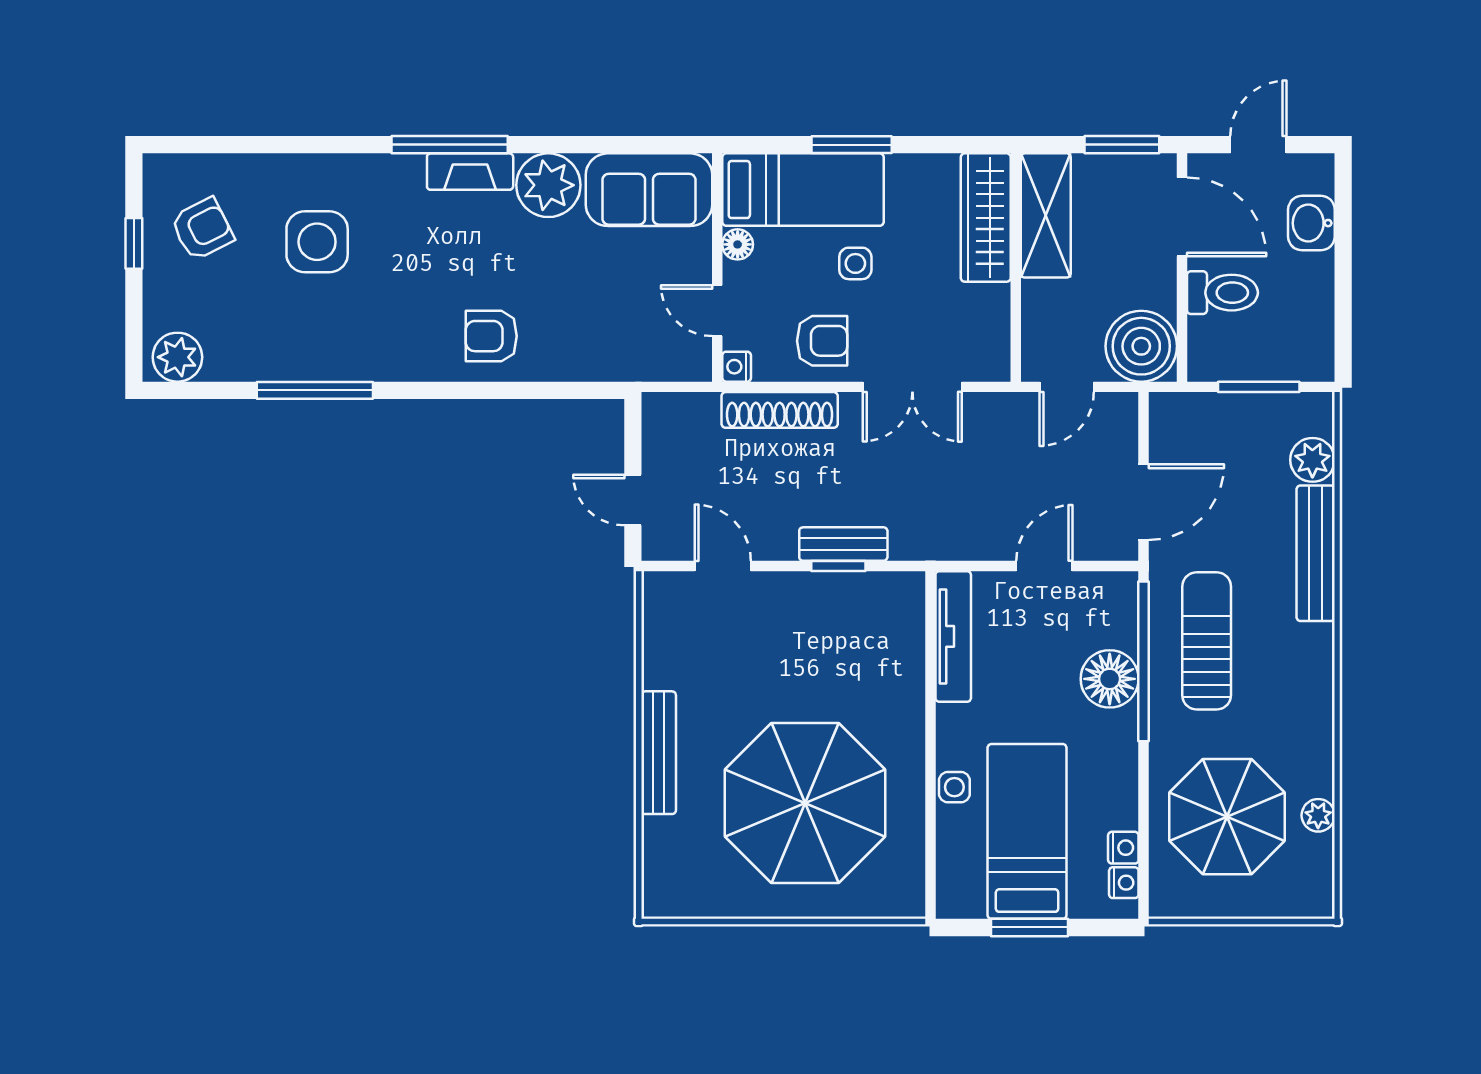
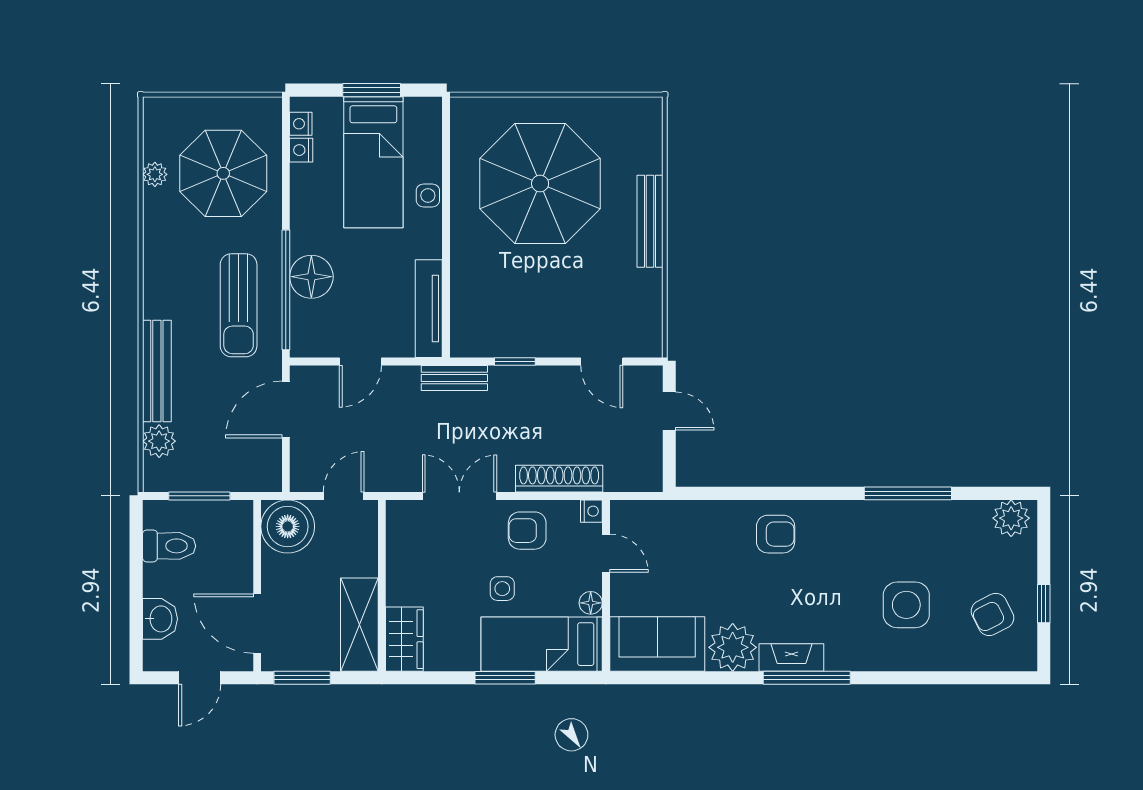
wardrobe: (986, 218) -> (404, 639), width x0.67
toilet: (1222, 293) -> (169, 546), moved, turned 180
bench: (843, 544) -> (454, 378), moved

